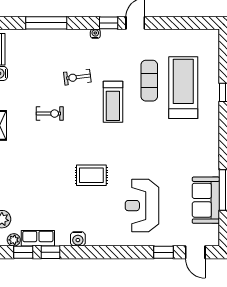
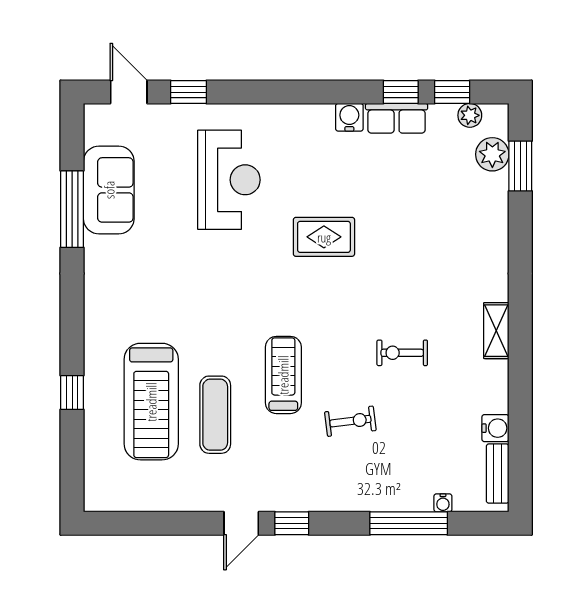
water cooler: (95, 34) -> (443, 503), moved
row of seats: (38, 238) -> (397, 118), moved

